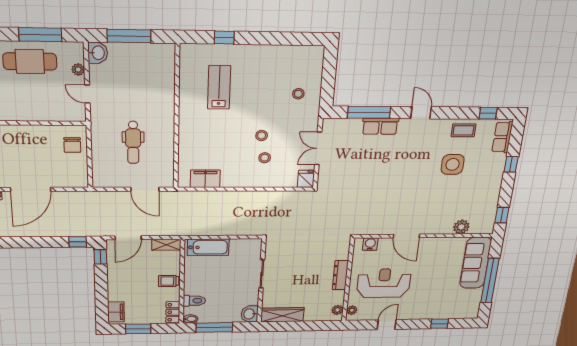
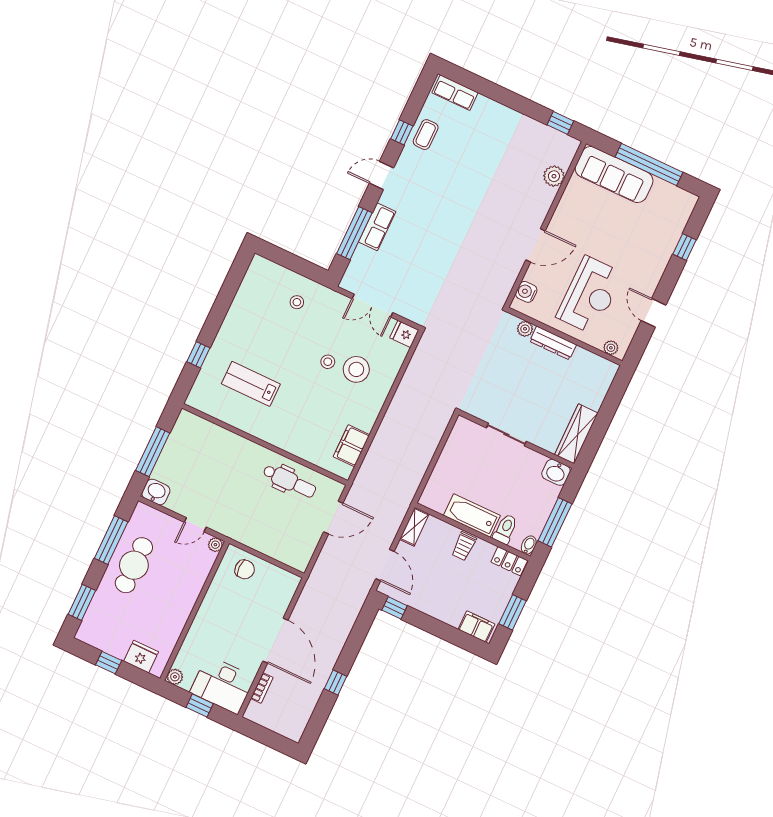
plant: (78, 70) -> (215, 545), moved
window: (488, 113) -> (402, 132), moved
dental chair: (133, 142) -> (289, 481), moved
stool: (265, 158) -> (356, 369), width x1.89, depth x1.89
side table: (453, 164) -> (464, 160), removed
window: (511, 164) -> (496, 92), removed
window: (78, 242) -> (336, 682), moved
bathtub: (208, 247) -> (472, 516), moved, turned -90
reception desk: (384, 283) -> (590, 295), turned 180
plant: (337, 310) -> (525, 329), moved

